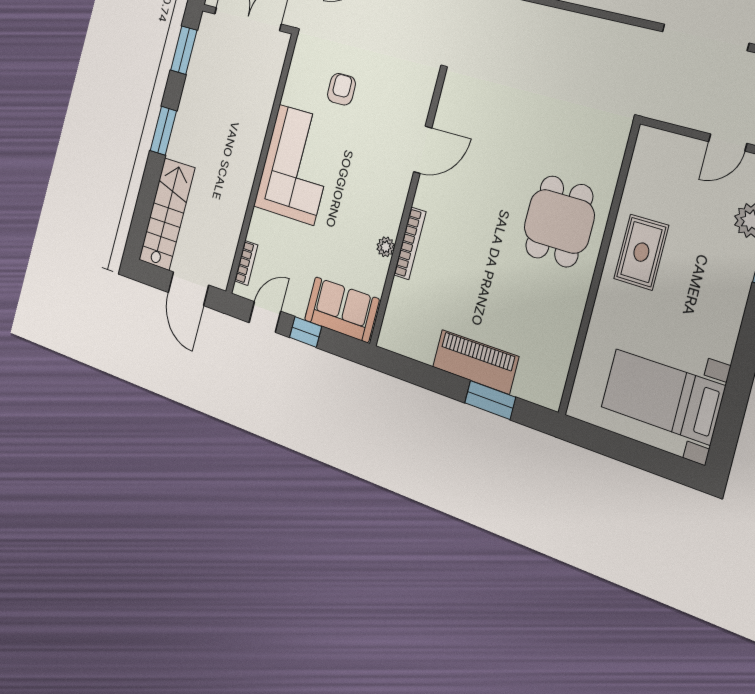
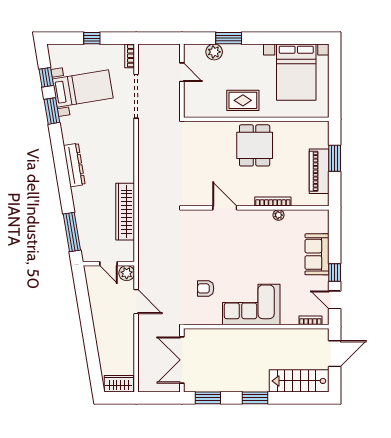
door: (423, 150) -> (225, 208), moved
wall: (408, 209) -> (256, 208), moved
dining table: (559, 221) -> (255, 145), moved, turned 90
bookcase: (410, 243) -> (273, 202), moved
plant: (386, 247) -> (278, 215), moved
bed with nightstands: (663, 397) -> (296, 72), width x1.36

